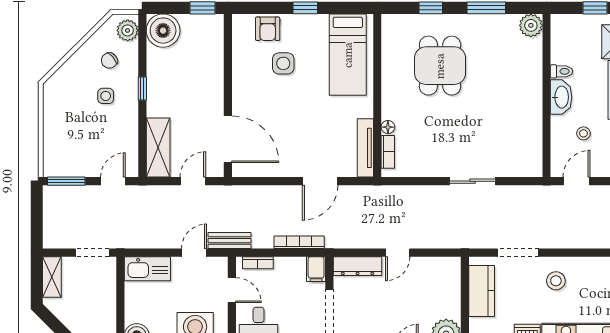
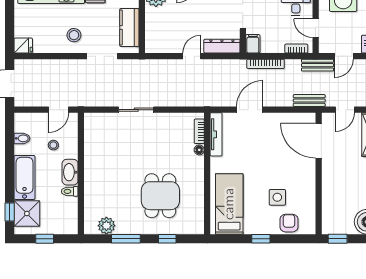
plant: (531, 25) -> (106, 226), moved
bench: (241, 193) -> (309, 101), added

